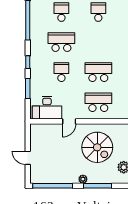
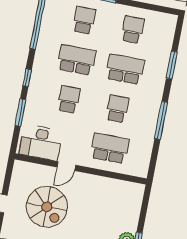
school desk: (98, 42) -> (125, 69), added
school desk: (98, 72) -> (117, 109), width x0.54
spiral stairs: (97, 147) -> (47, 207), moved

